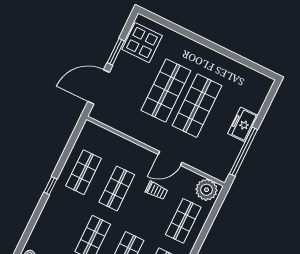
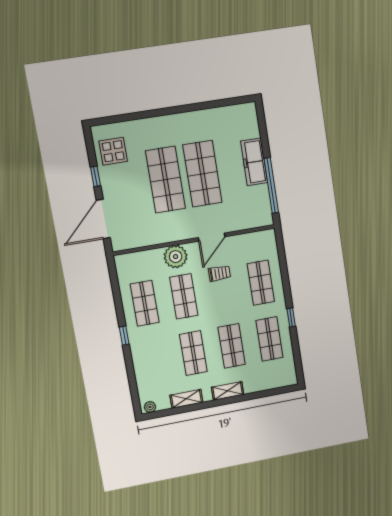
display table: (142, 43) -> (113, 151), width x0.73, depth x0.73
window: (116, 52) -> (96, 176), width x0.67
freezer: (243, 125) -> (254, 162), width x1.40
plant: (207, 190) -> (176, 257), moved

